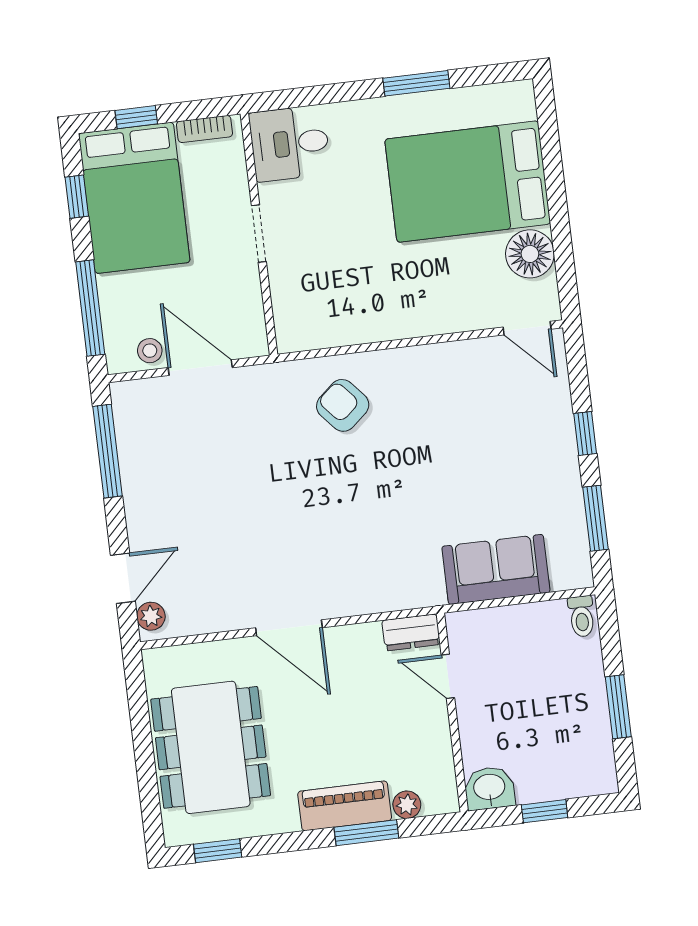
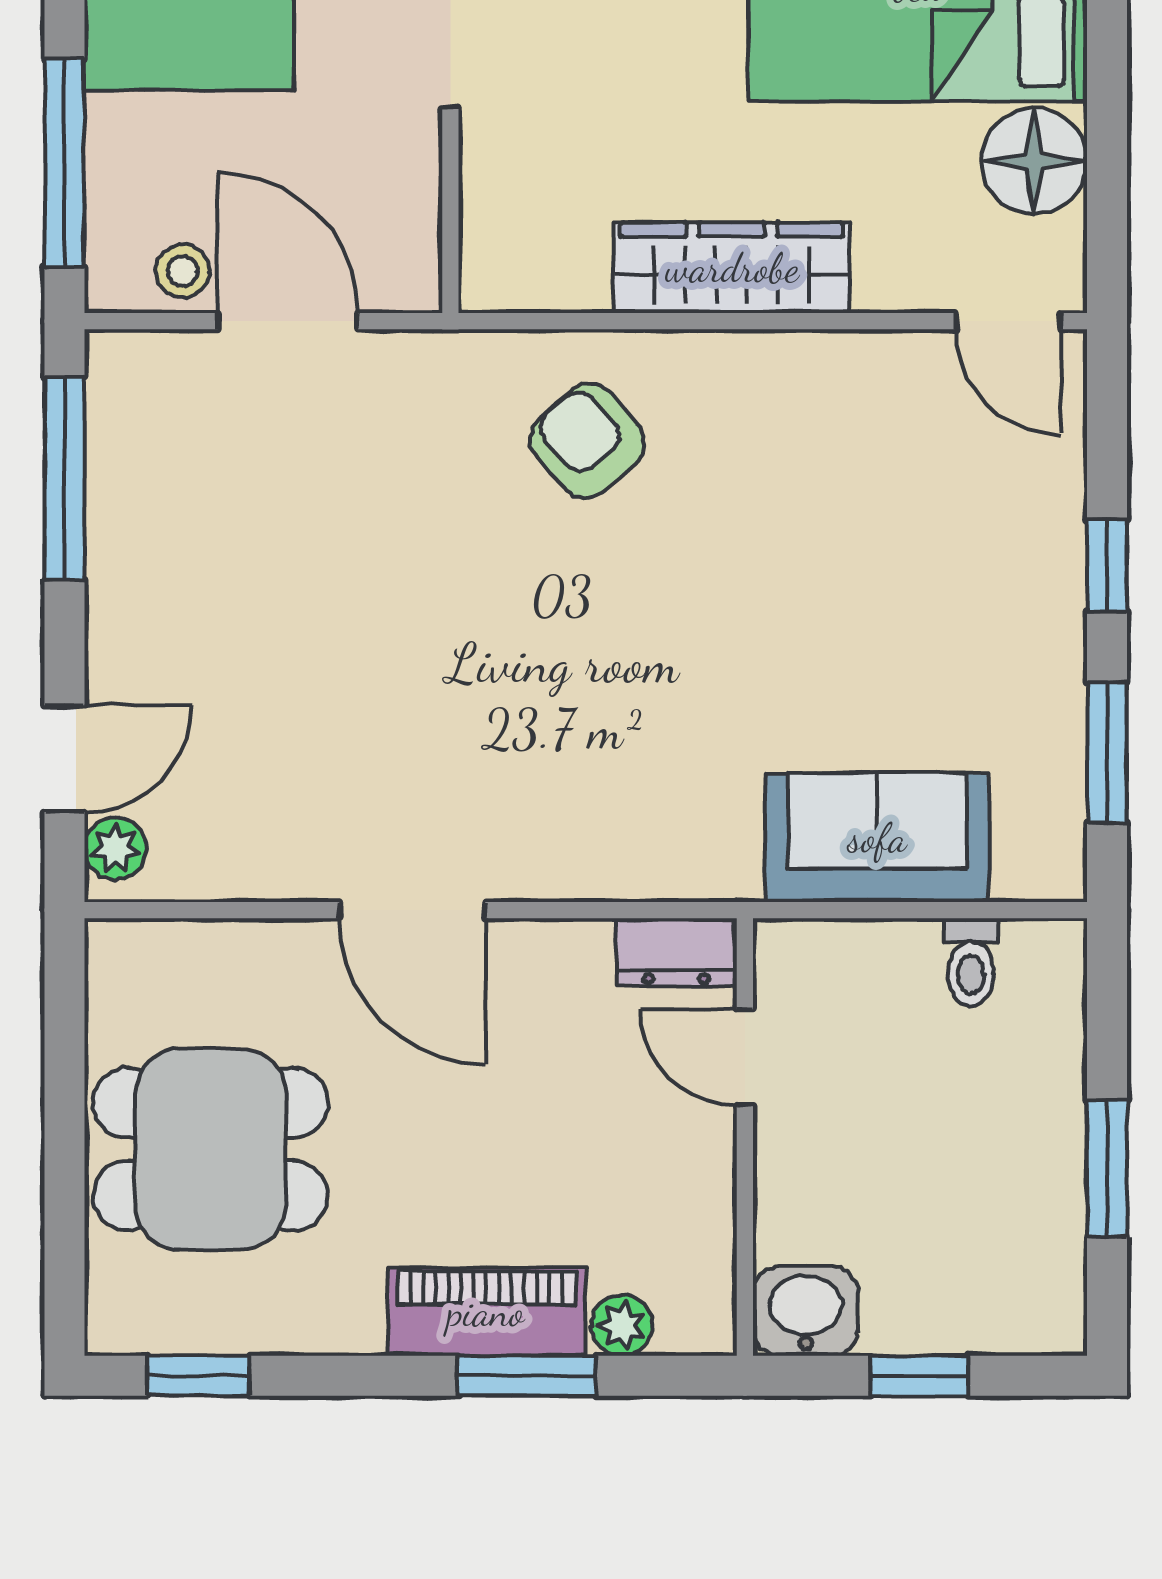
wardrobe: (399, 319) -> (732, 268), added
toilet: (582, 616) -> (971, 962), moved
dining table: (211, 747) -> (211, 1149), width x0.73

